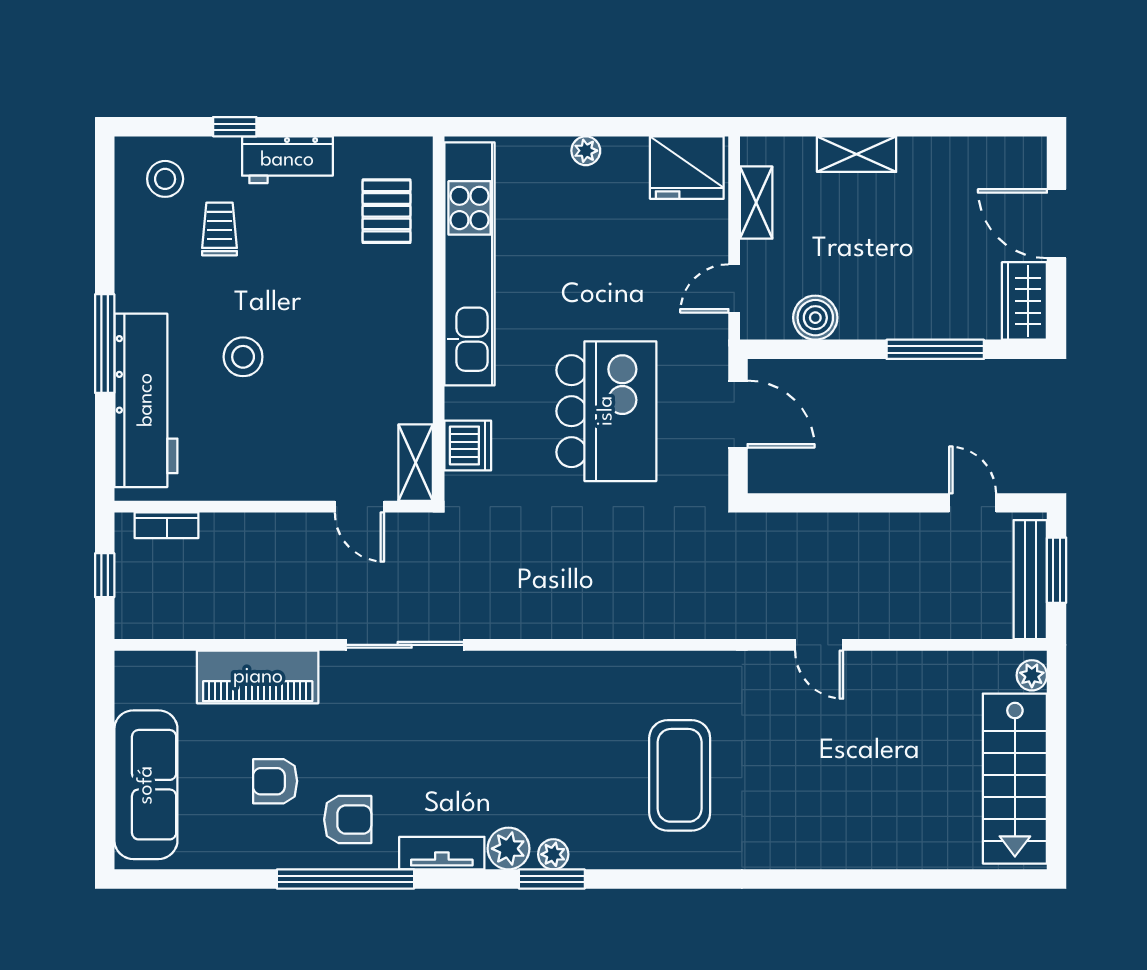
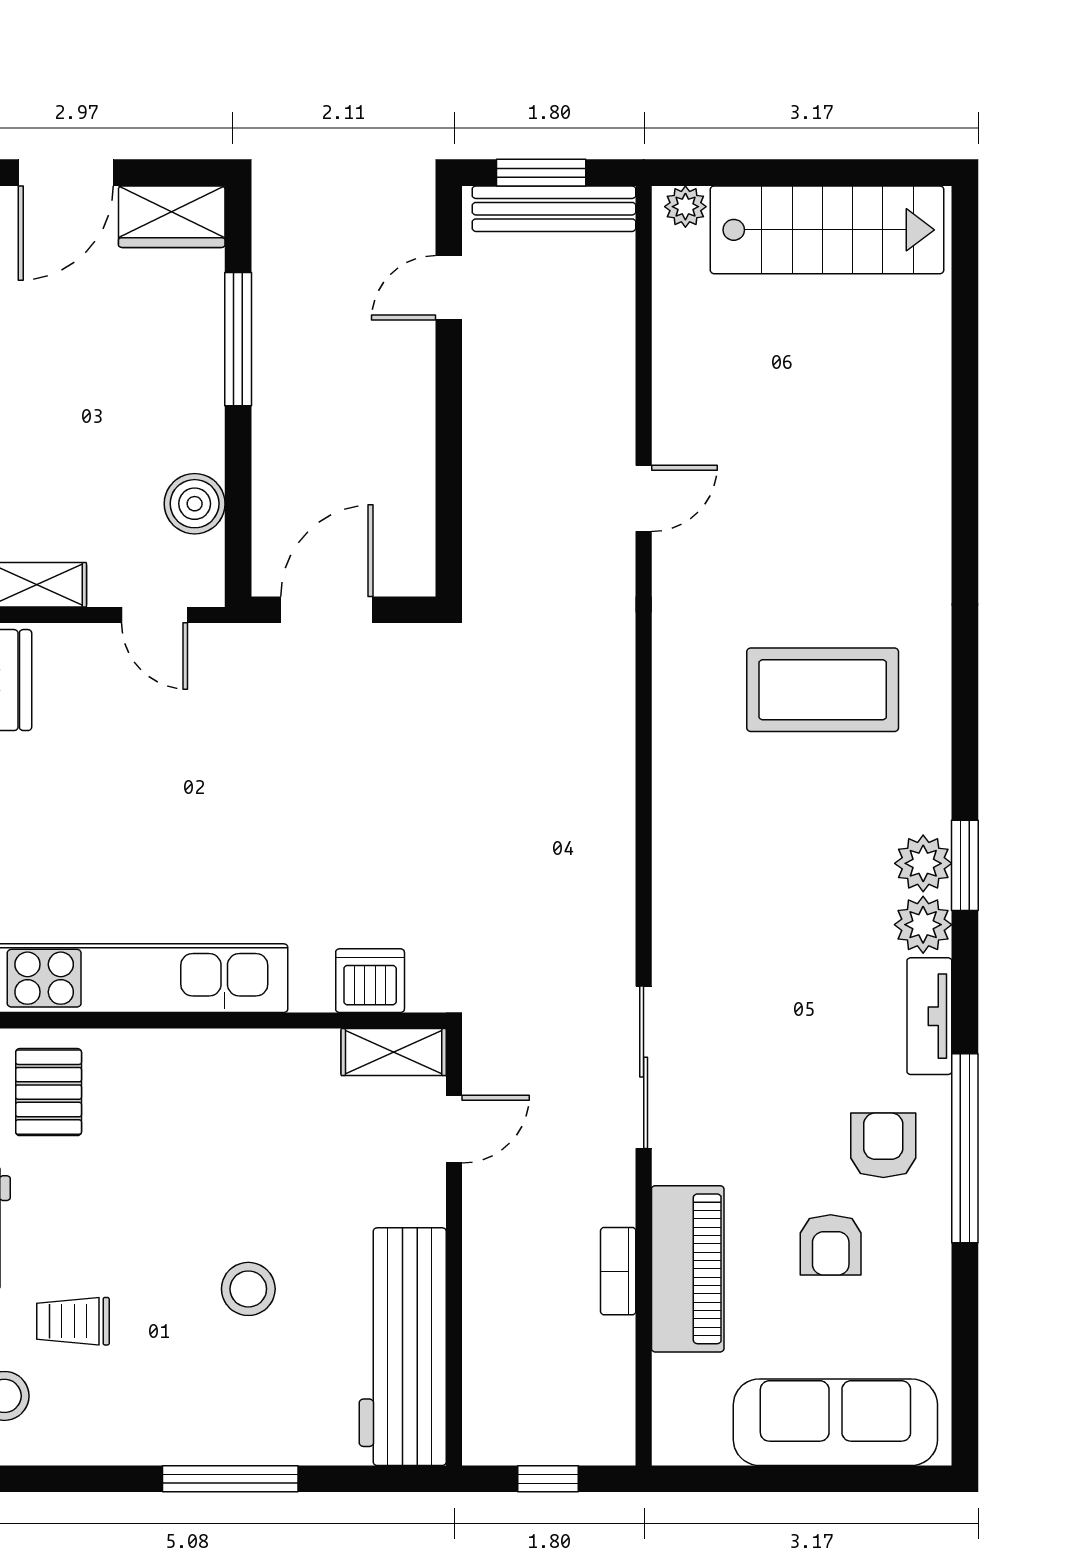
pallet: (386, 211) -> (49, 1092), turned 90
workbench: (146, 400) -> (403, 1347), moved, turned -90
kitchen island: (606, 411) -> (323, 790), removed
bookcase: (167, 525) -> (618, 1271), moved, turned 180
plant: (553, 854) -> (923, 863), width x1.38, depth x1.38

